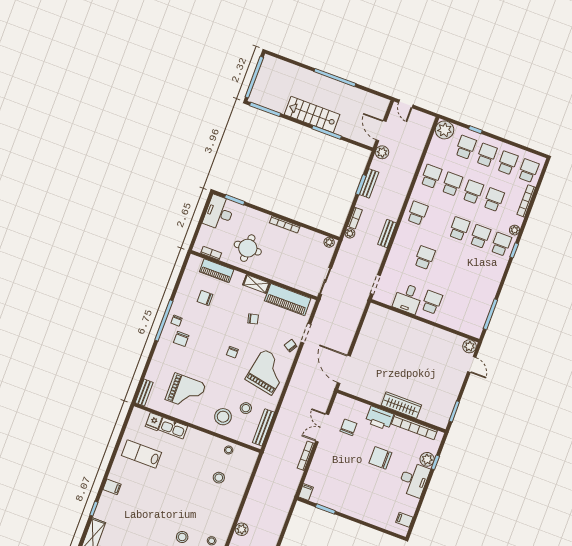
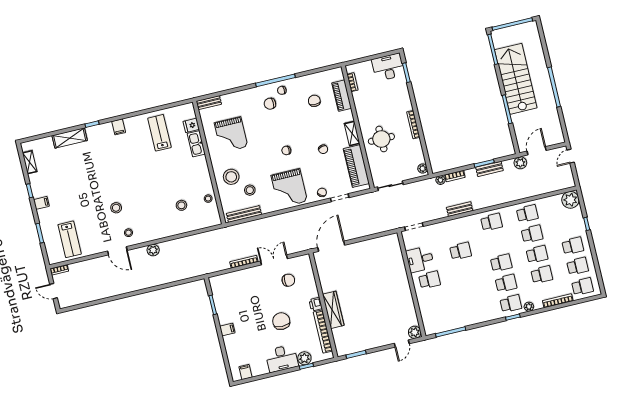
stairs: (312, 115) -> (516, 79), width x1.36, depth x1.51
school desk: (466, 147) -> (568, 225), removed
round table: (248, 248) -> (381, 139), moved
grand piano: (268, 372) -> (289, 188), turned 79
printer: (379, 418) -> (316, 304), width x0.53, depth x0.68
filing cabinet: (306, 492) -> (227, 330), moved

